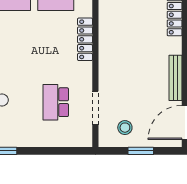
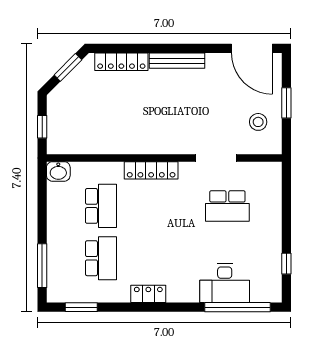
bench: (175, 78) -> (177, 61), moved
doorway: (95, 108) -> (216, 158), moved

